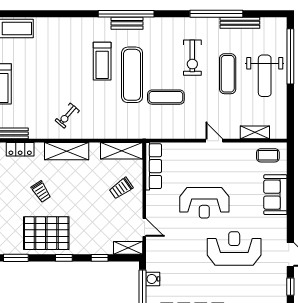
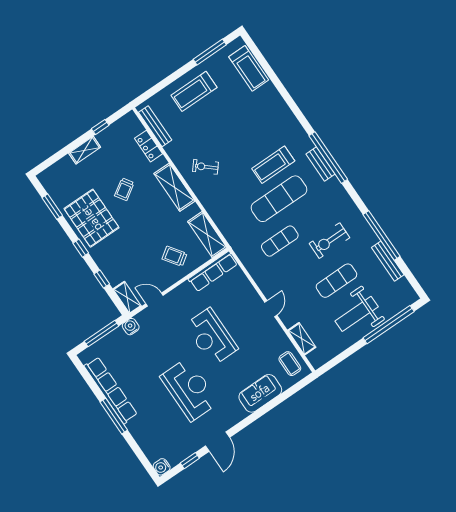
exercise mat: (166, 97) -> (280, 241), turned 90
door: (144, 227) -> (155, 299), swing flipped
water cooler: (153, 279) -> (131, 327), moved

